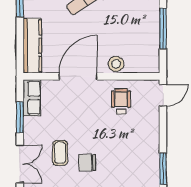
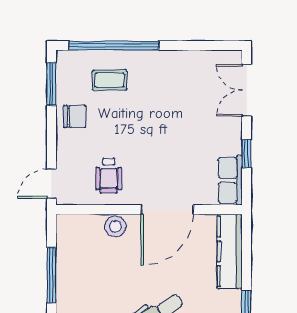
window: (20, 117) -> (247, 154), width x0.67
coffee table: (60, 153) -> (110, 80), moved, turned 90
chair: (87, 163) -> (75, 116), moved

